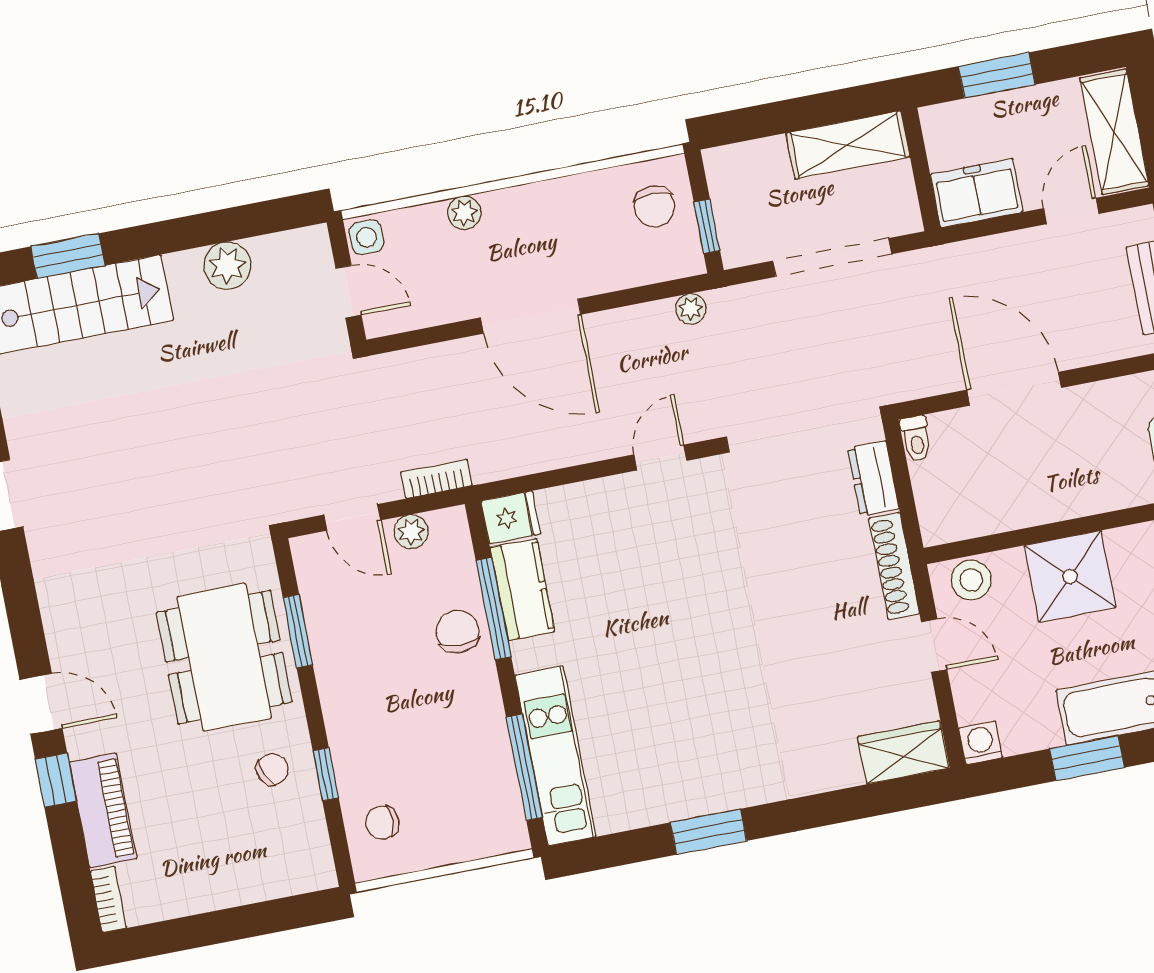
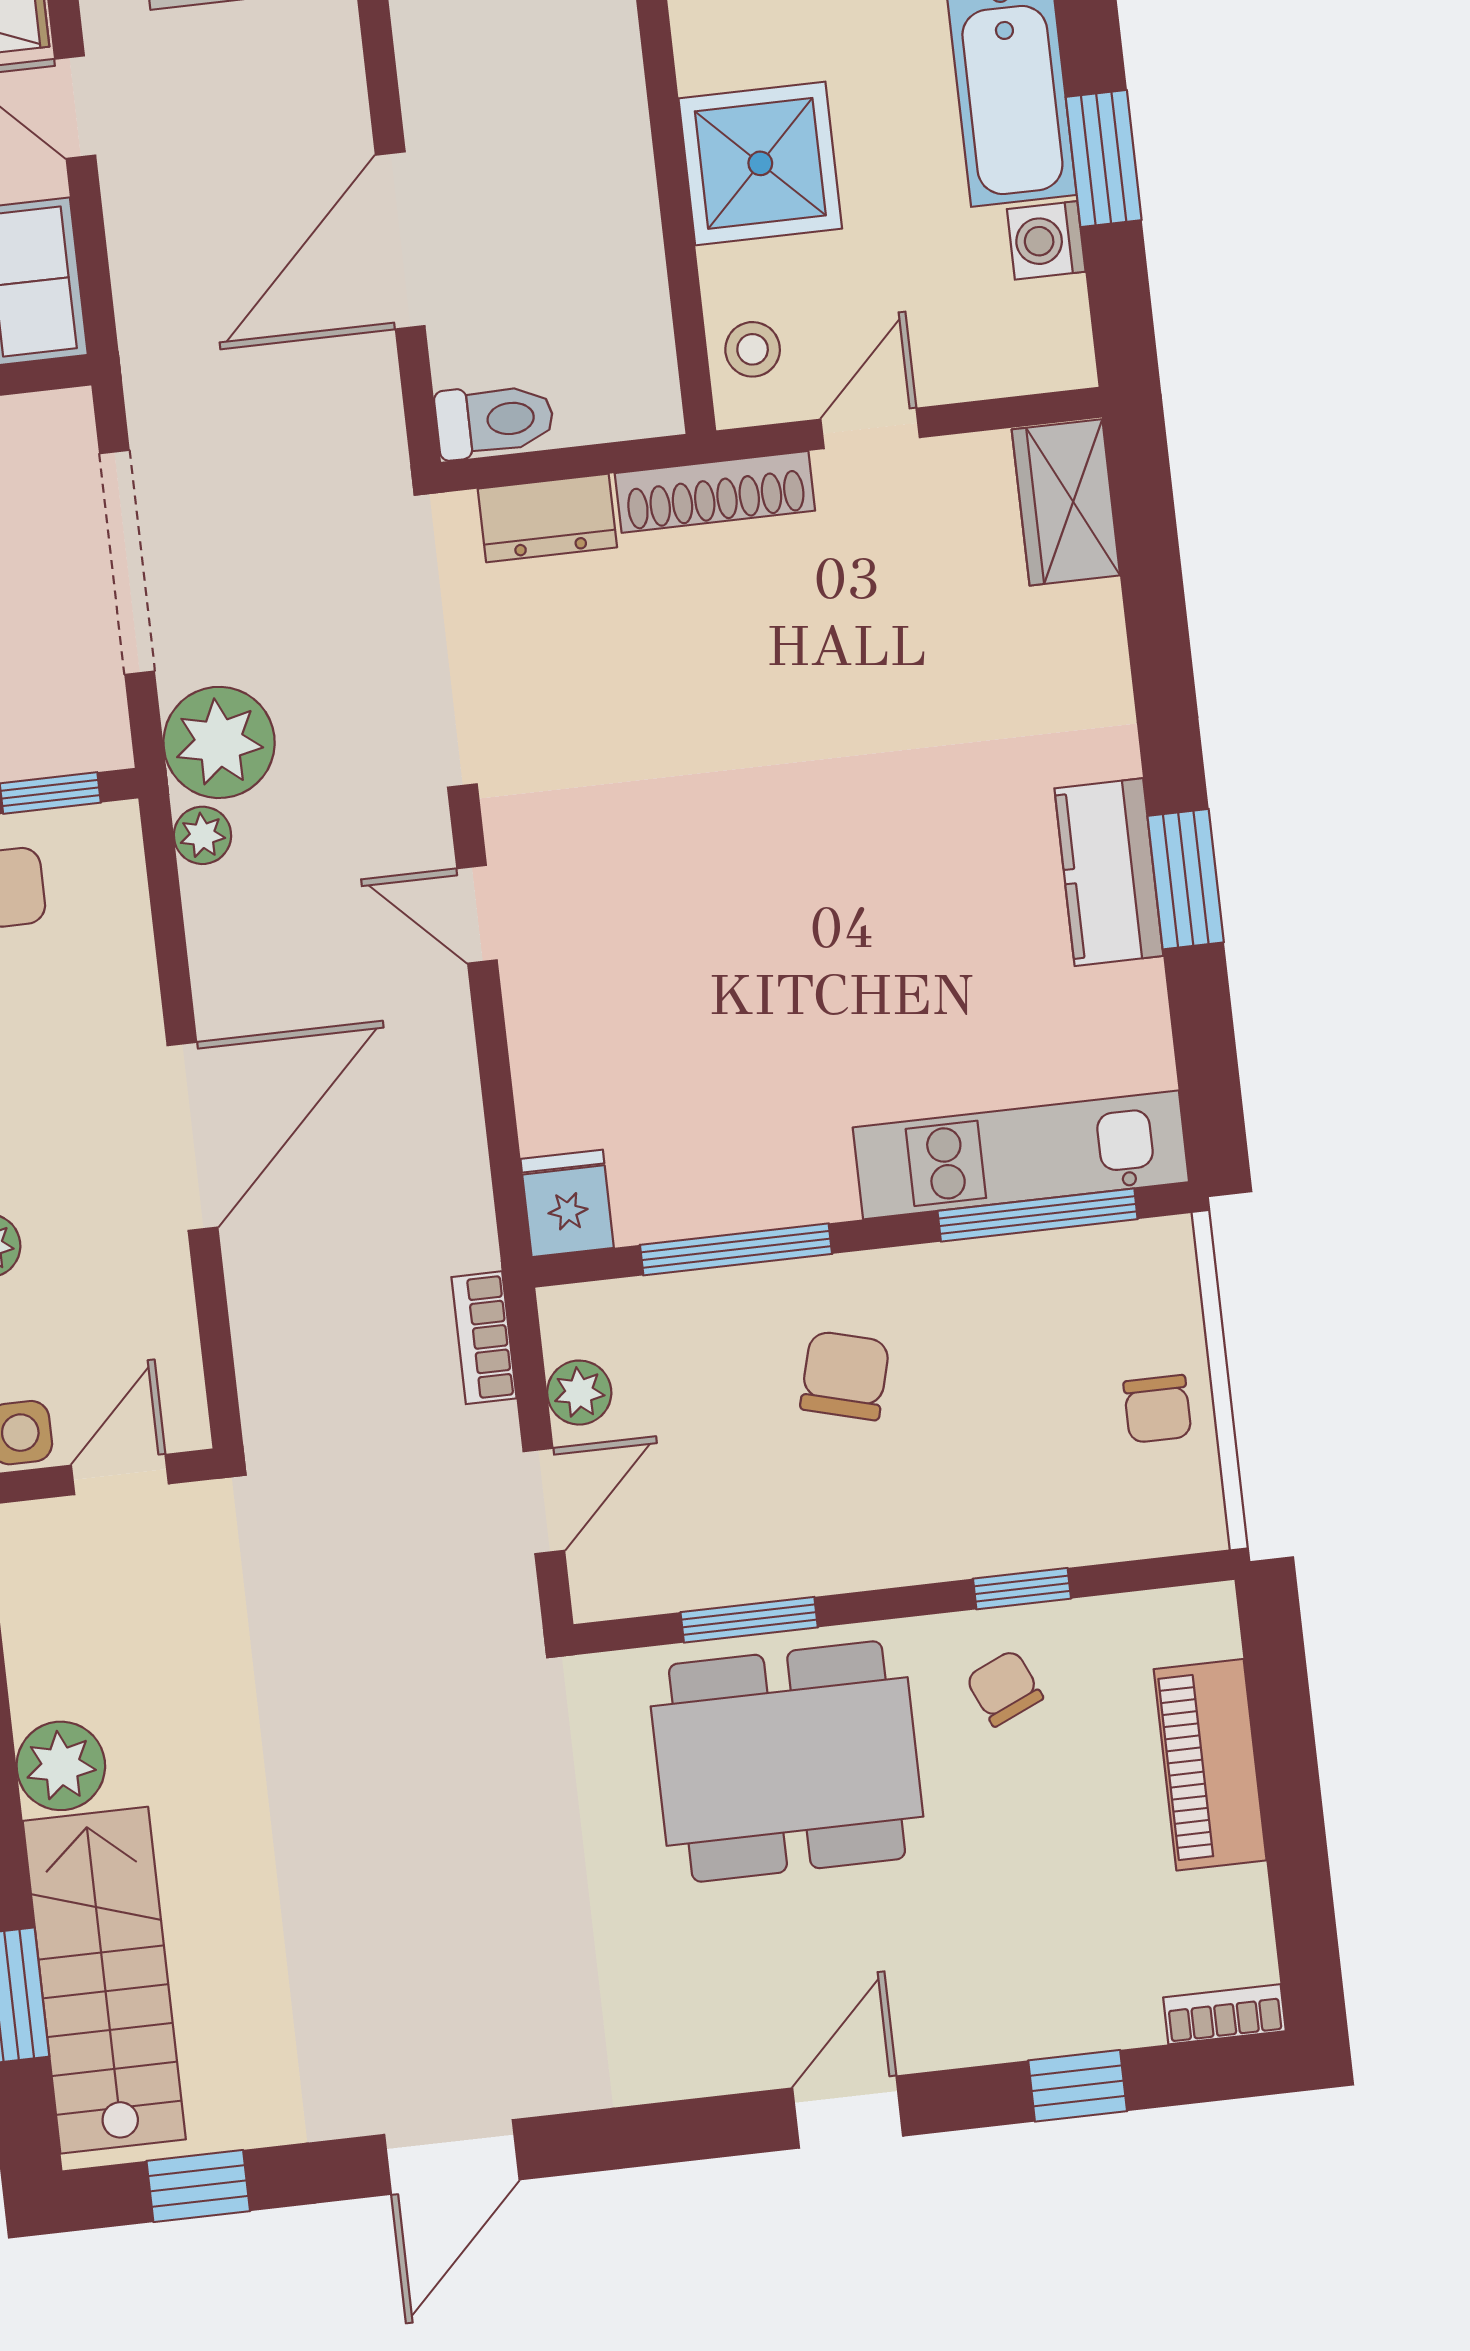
plant: (227, 266) -> (61, 1766), moved
plant: (741, 314) -> (219, 742), added
toilet: (916, 439) -> (495, 420), width x1.37, depth x1.39
stool: (971, 580) -> (753, 349), width x0.73, depth x0.73
kitchen counter: (522, 589) -> (1109, 872), moved, turned -90
chair: (457, 632) -> (845, 1376), moved, turned 105
washing machine: (981, 743) -> (1046, 240), moved
window: (56, 780) -> (1078, 2086), moved
piano: (103, 810) -> (1210, 1765), moved, turned -90
chair: (382, 823) -> (1157, 1409), moved

